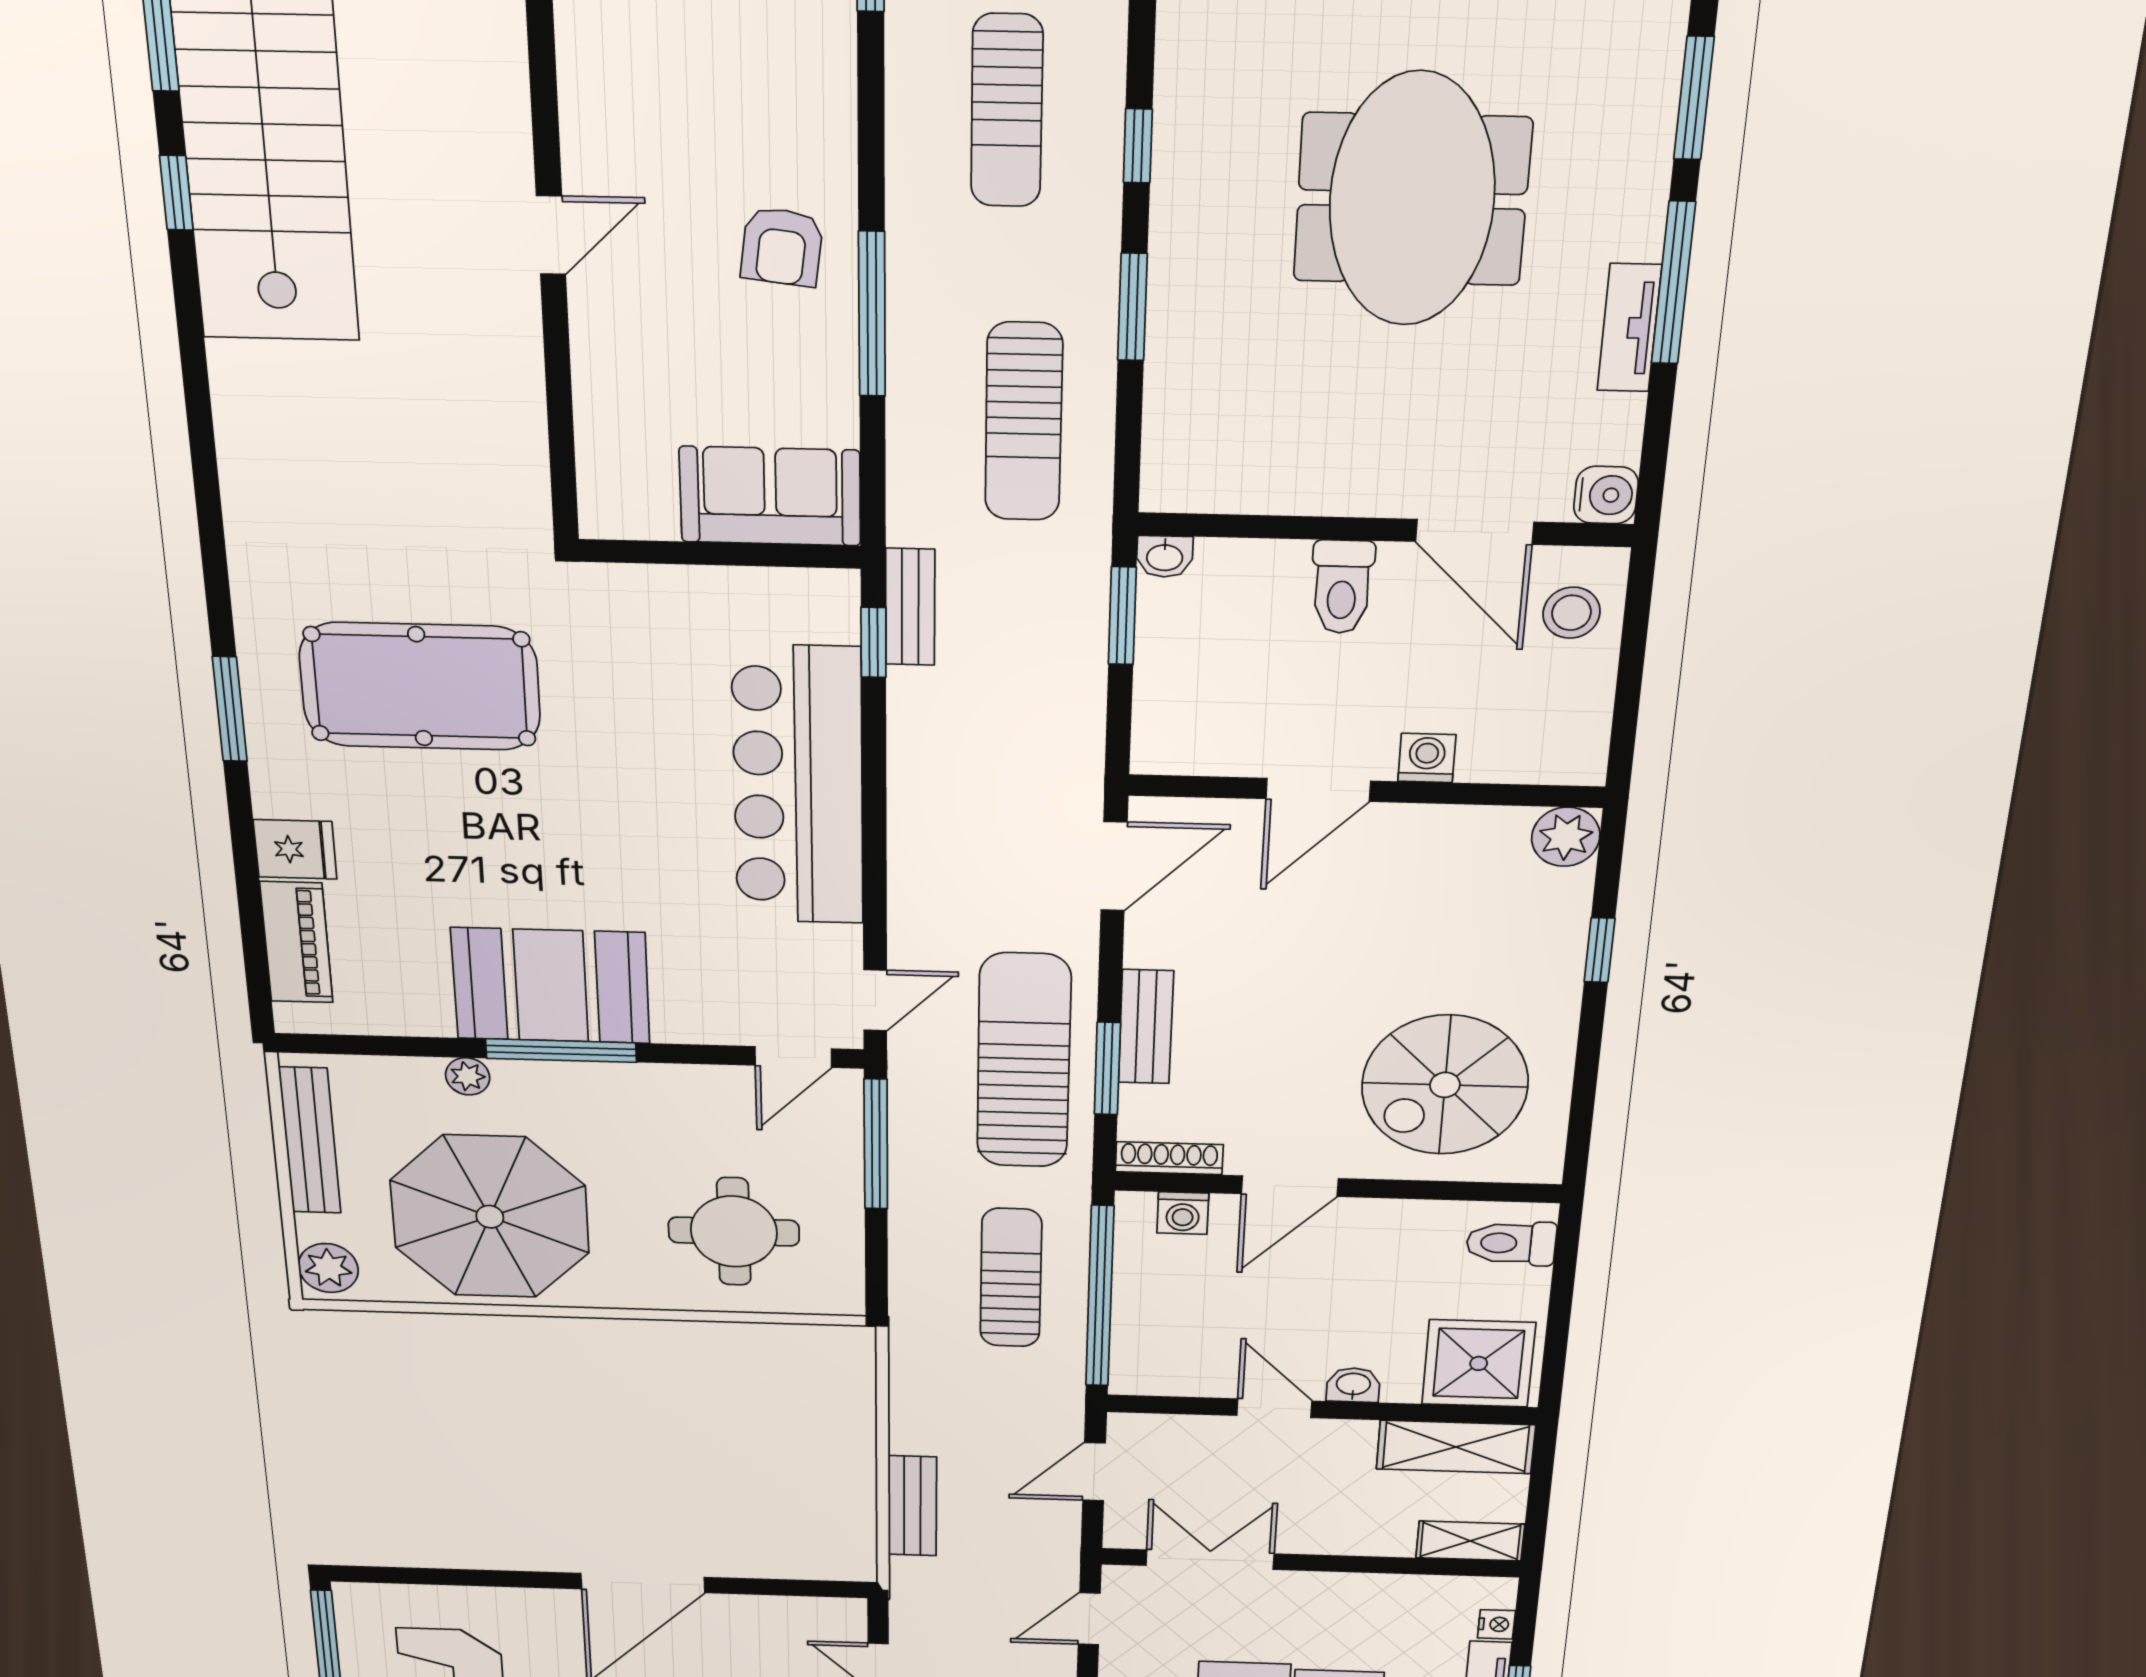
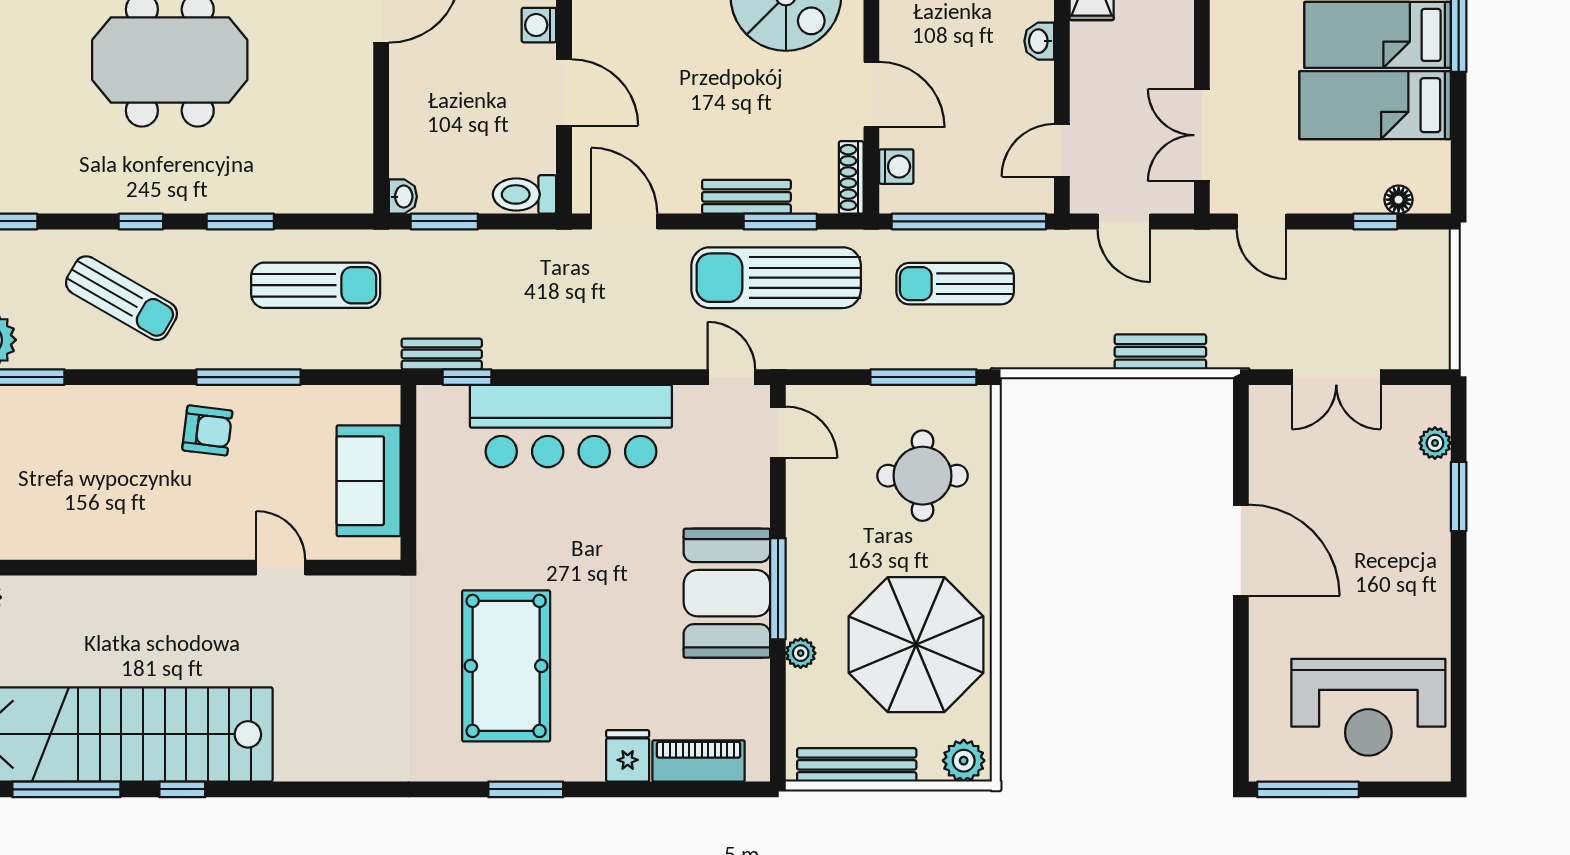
sun lounger: (1007, 111) -> (122, 298), turned 30
door: (551, 235) -> (281, 568), moved
sofa: (770, 496) -> (369, 481), moved
toilet: (1342, 587) -> (525, 194), moved, turned 180
window: (876, 1144) -> (923, 377), moved
door: (1274, 1408) -> (1062, 150), moved

